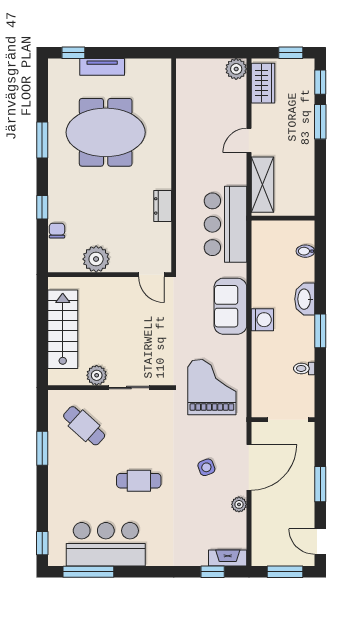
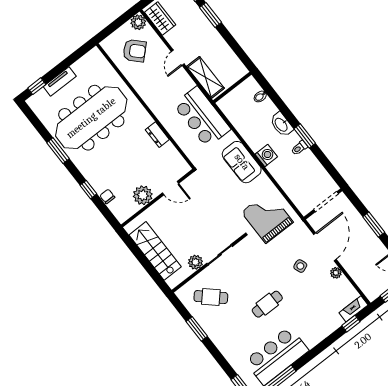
armchair: (208, 96) -> (135, 51), added
meeting table: (106, 132) -> (91, 118), width x1.36
door: (151, 275) -> (170, 188), moved
toilet: (304, 368) -> (299, 148), moved

